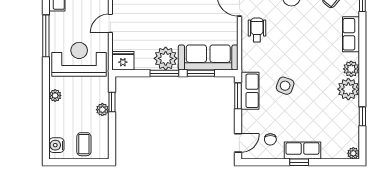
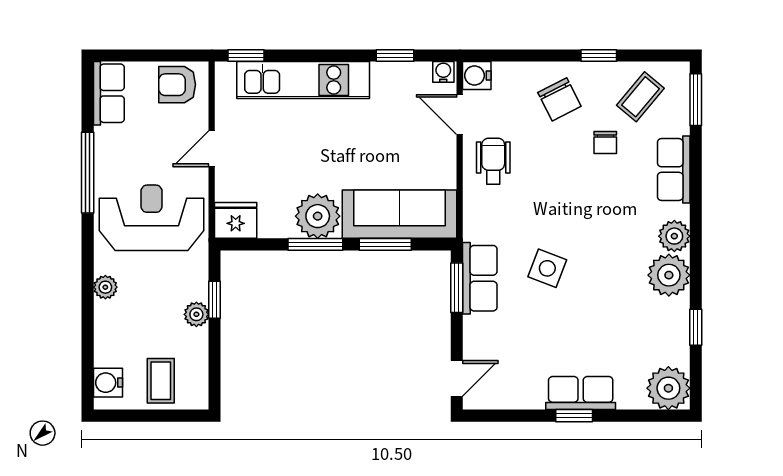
chair: (270, 139) -> (605, 143), moved
plant: (353, 153) -> (668, 388), width x1.87, depth x1.87

